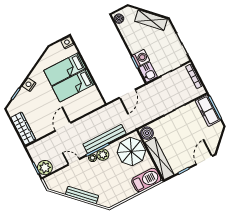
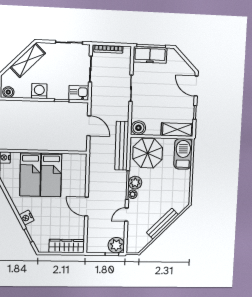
washing machine: (141, 58) -> (39, 91), moved
bench: (104, 139) -> (122, 146), moved
shelving: (159, 158) -> (177, 130), width x0.68

